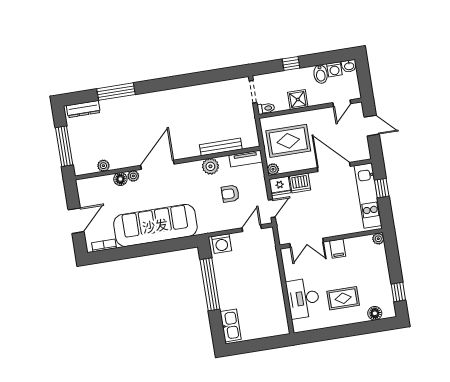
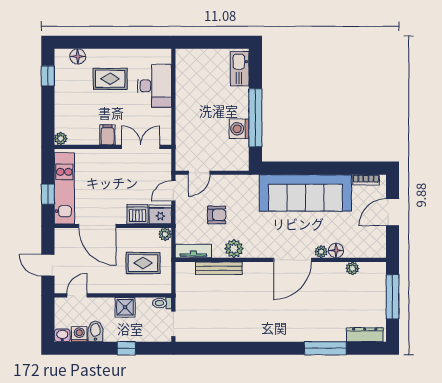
rug: (288, 141) -> (143, 263), width x0.73, depth x0.70
washing machine: (222, 244) -> (239, 129), moved, turned -90

